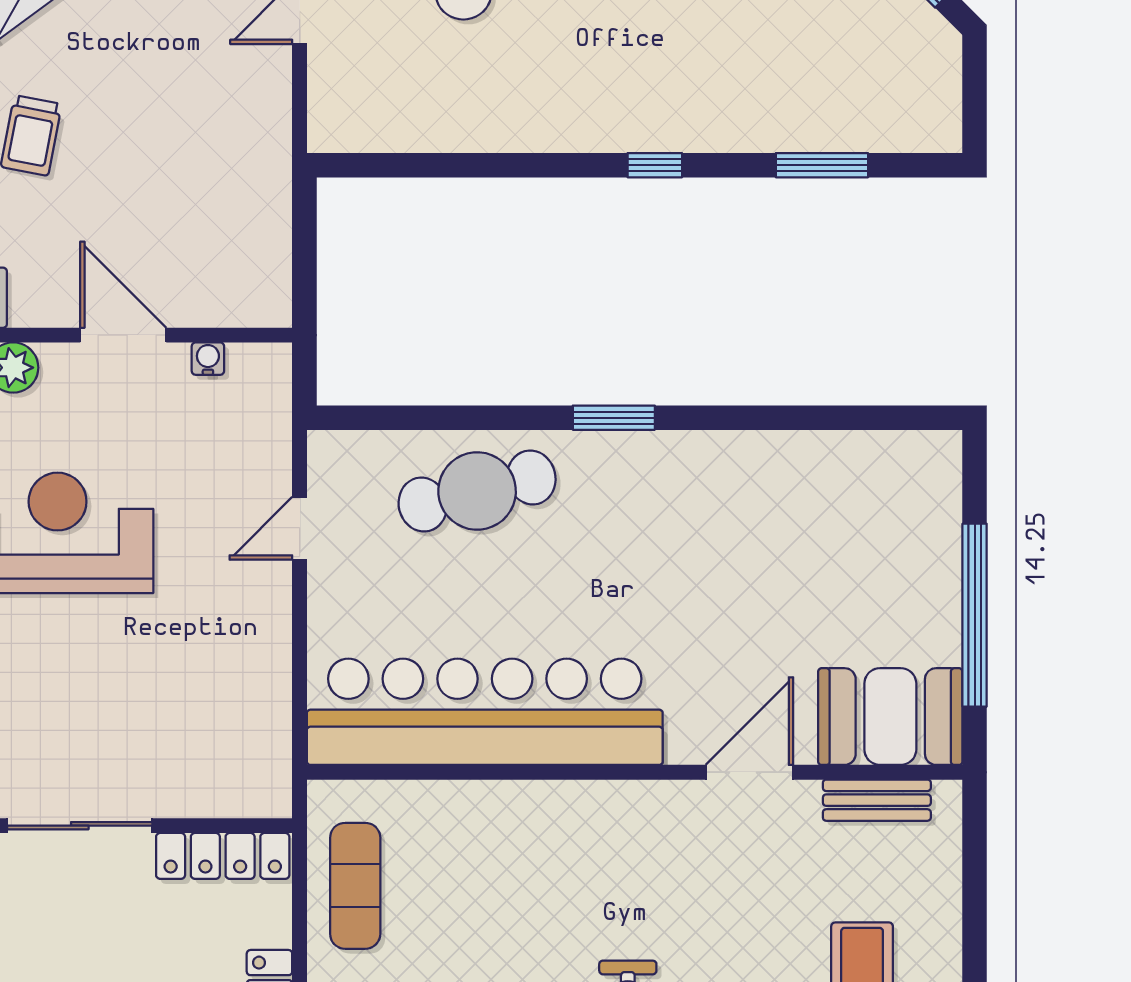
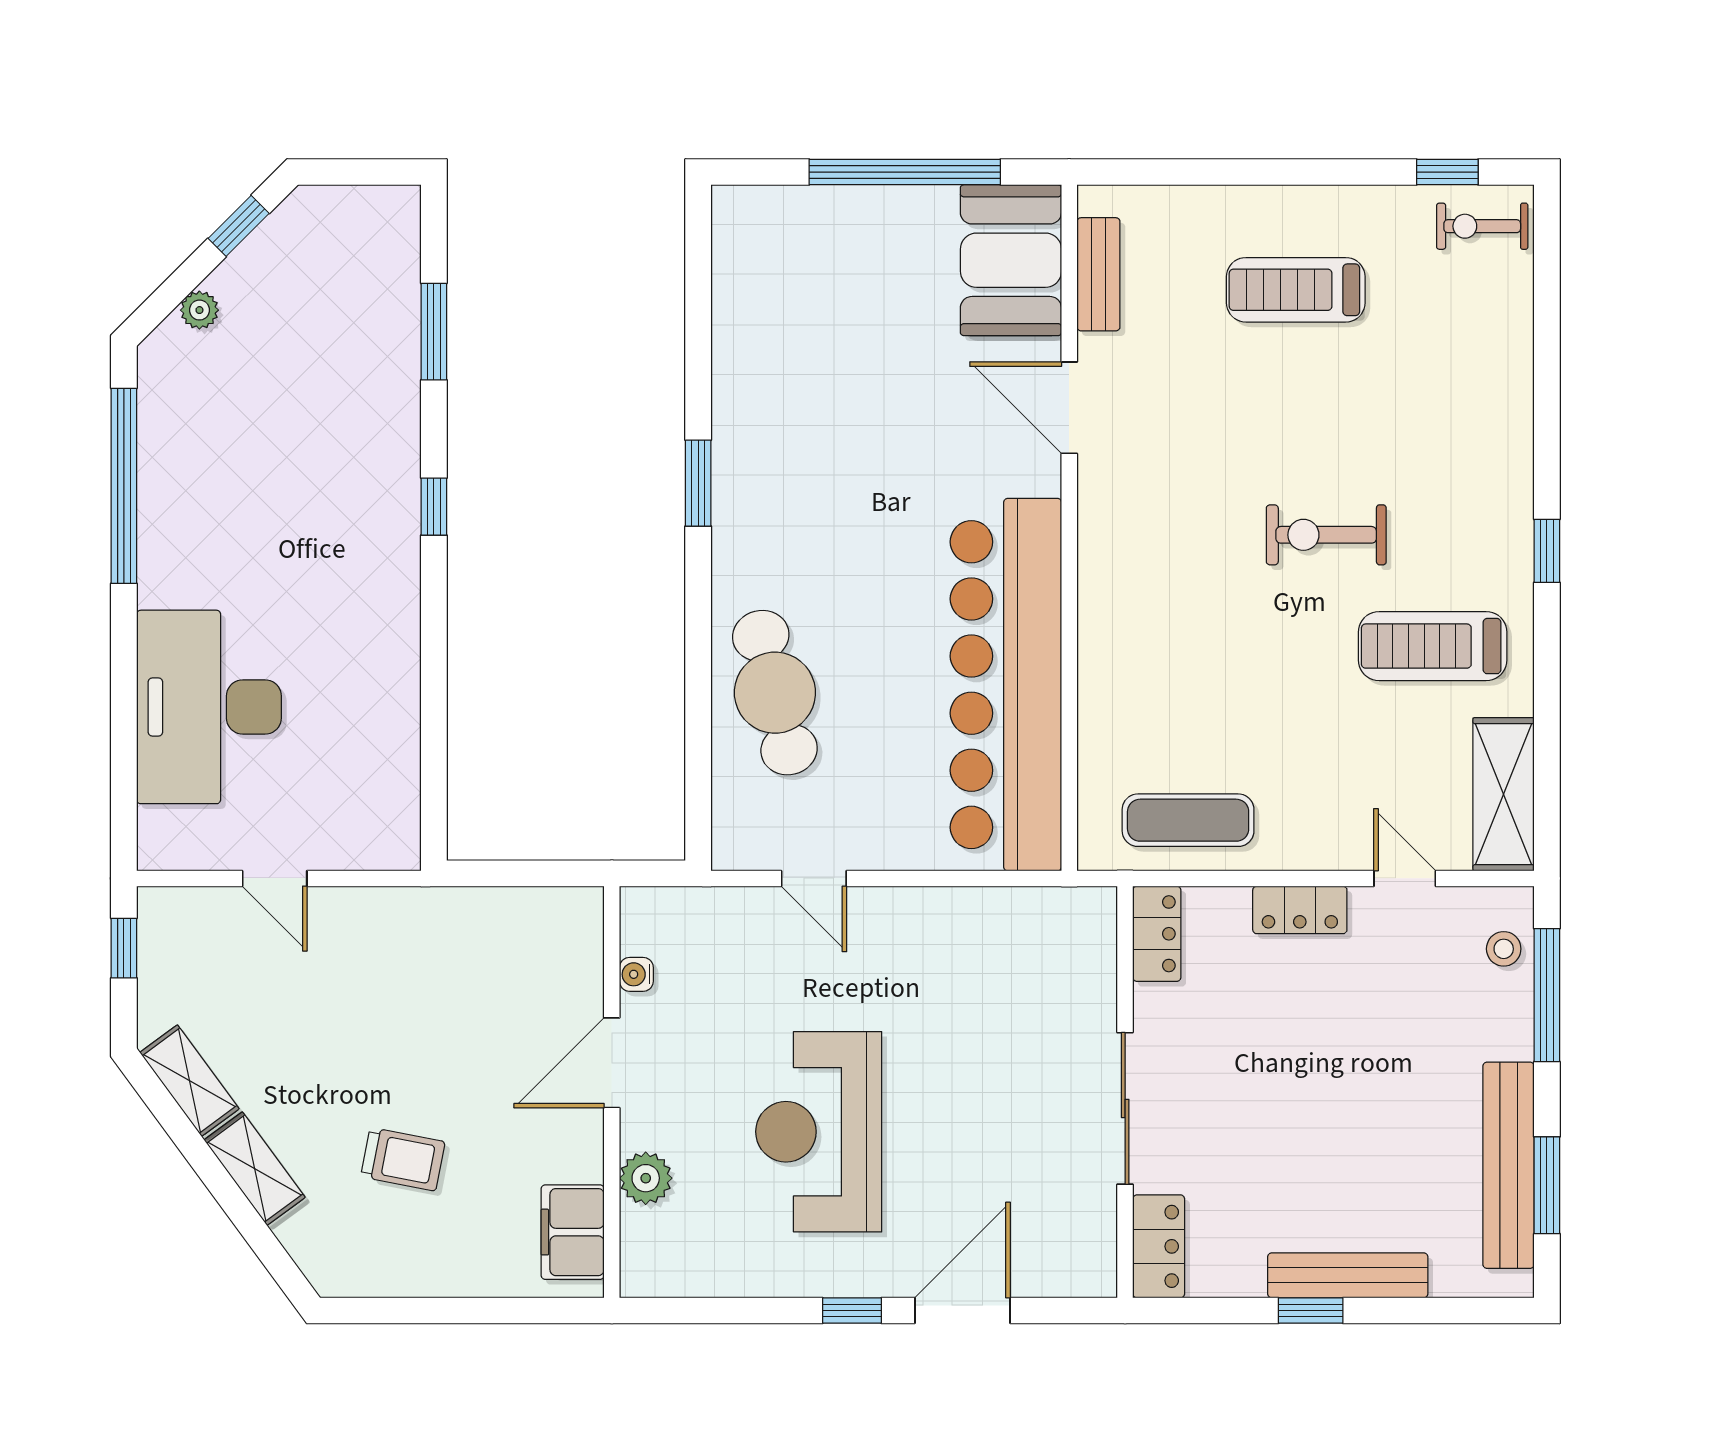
window: (614, 418) -> (698, 483), moved
locker: (223, 856) -> (1157, 934), width x0.66

